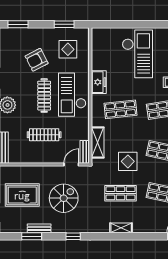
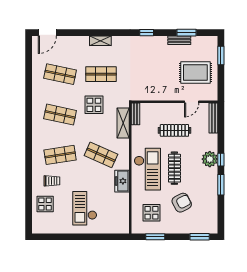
checkout: (137, 54) -> (85, 208), width x0.73, depth x0.83
shop shelf: (120, 109) -> (101, 155), turned 30
door: (71, 165) -> (192, 102), moved
spiral stairs: (64, 198) -> (156, 69), removed

